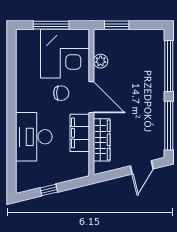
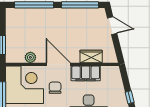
door: (91, 97) -> (58, 64), hinge flipped
wardrobe: (102, 140) -> (91, 56), width x0.67

